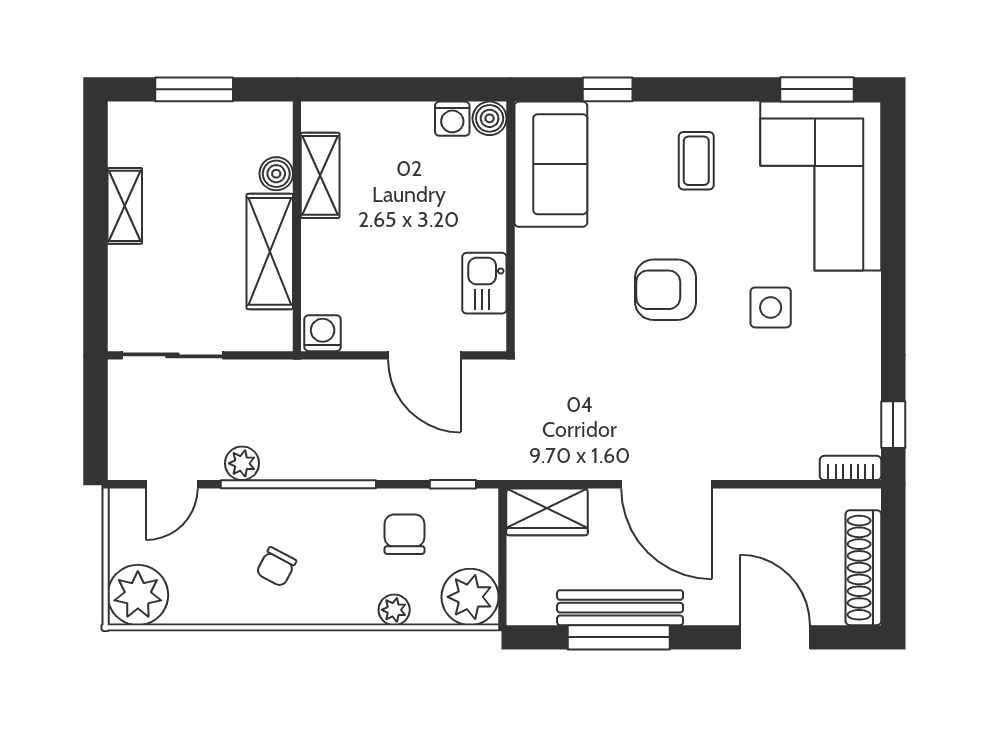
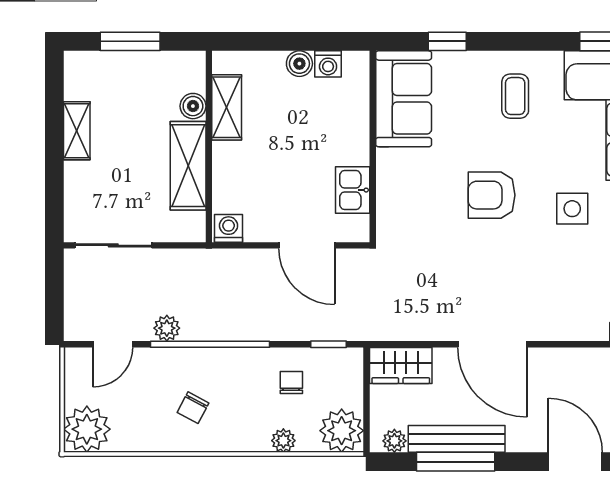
boiler: (490, 118) -> (299, 64), moved
chair: (404, 534) -> (291, 383), width x0.73, depth x0.73
plant: (539, 610) -> (394, 441), added

